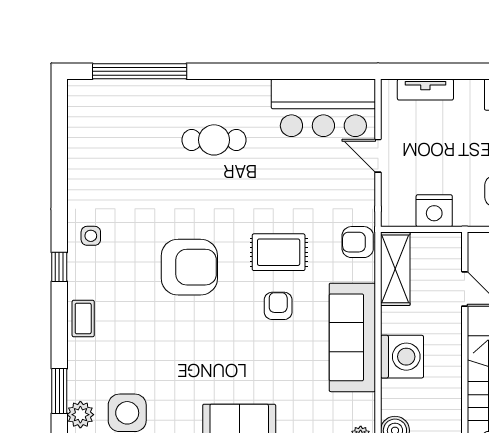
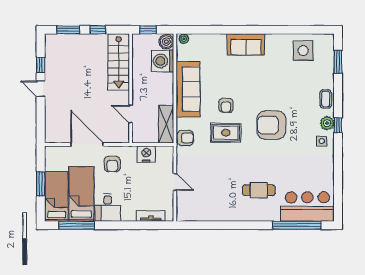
bar counter: (323, 108) -> (307, 207), moved
washing machine: (402, 357) -> (163, 61), moved
plant: (80, 415) -> (327, 123), moved

